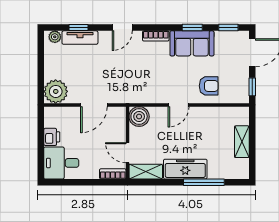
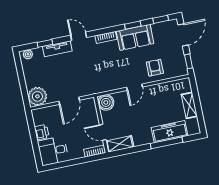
door: (122, 28) -> (79, 36), swing flipped
tv unit: (80, 38) -> (57, 49), moved
armchair: (209, 86) -> (155, 68), turned -90
freezer: (185, 169) -> (170, 132), moved

